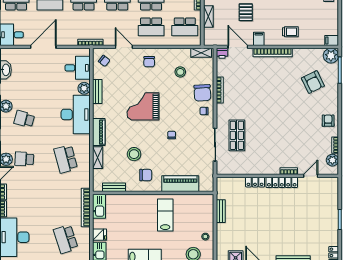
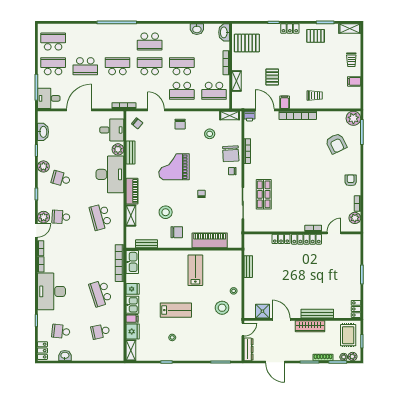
filing cabinet: (332, 40) -> (354, 81), moved

